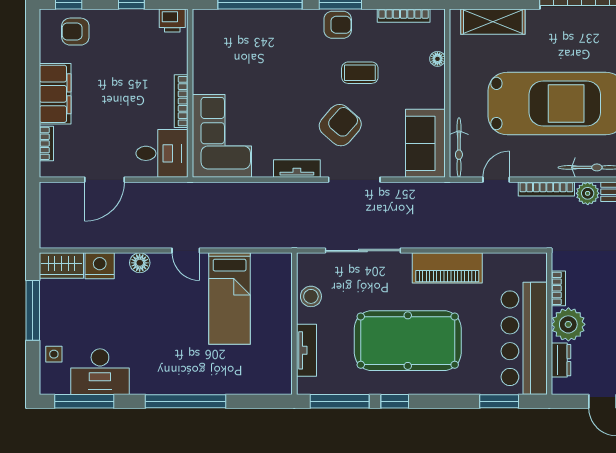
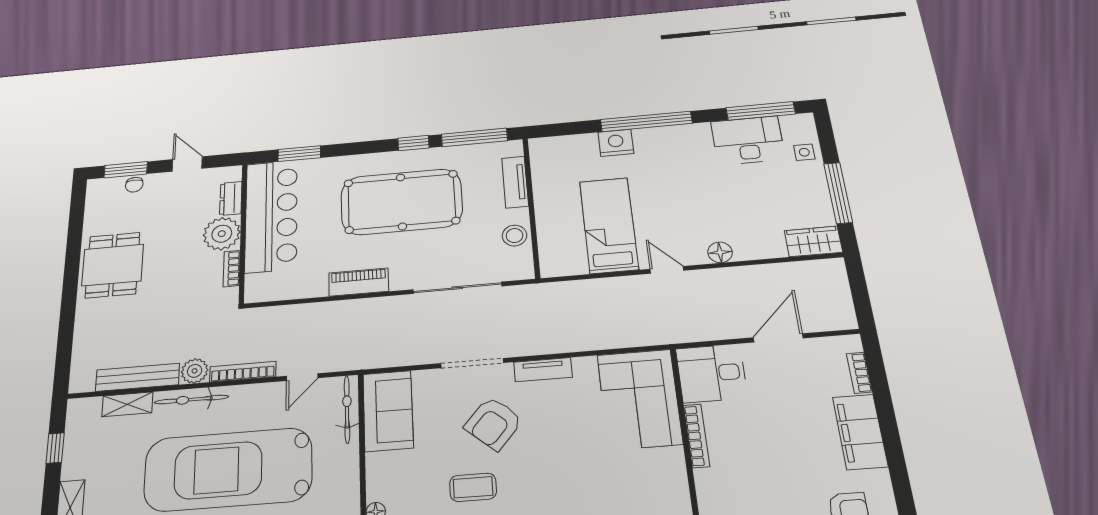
nightstand: (100, 266) -> (616, 143), moved, turned 180
piano: (447, 268) -> (359, 282), width x0.73, depth x0.75

